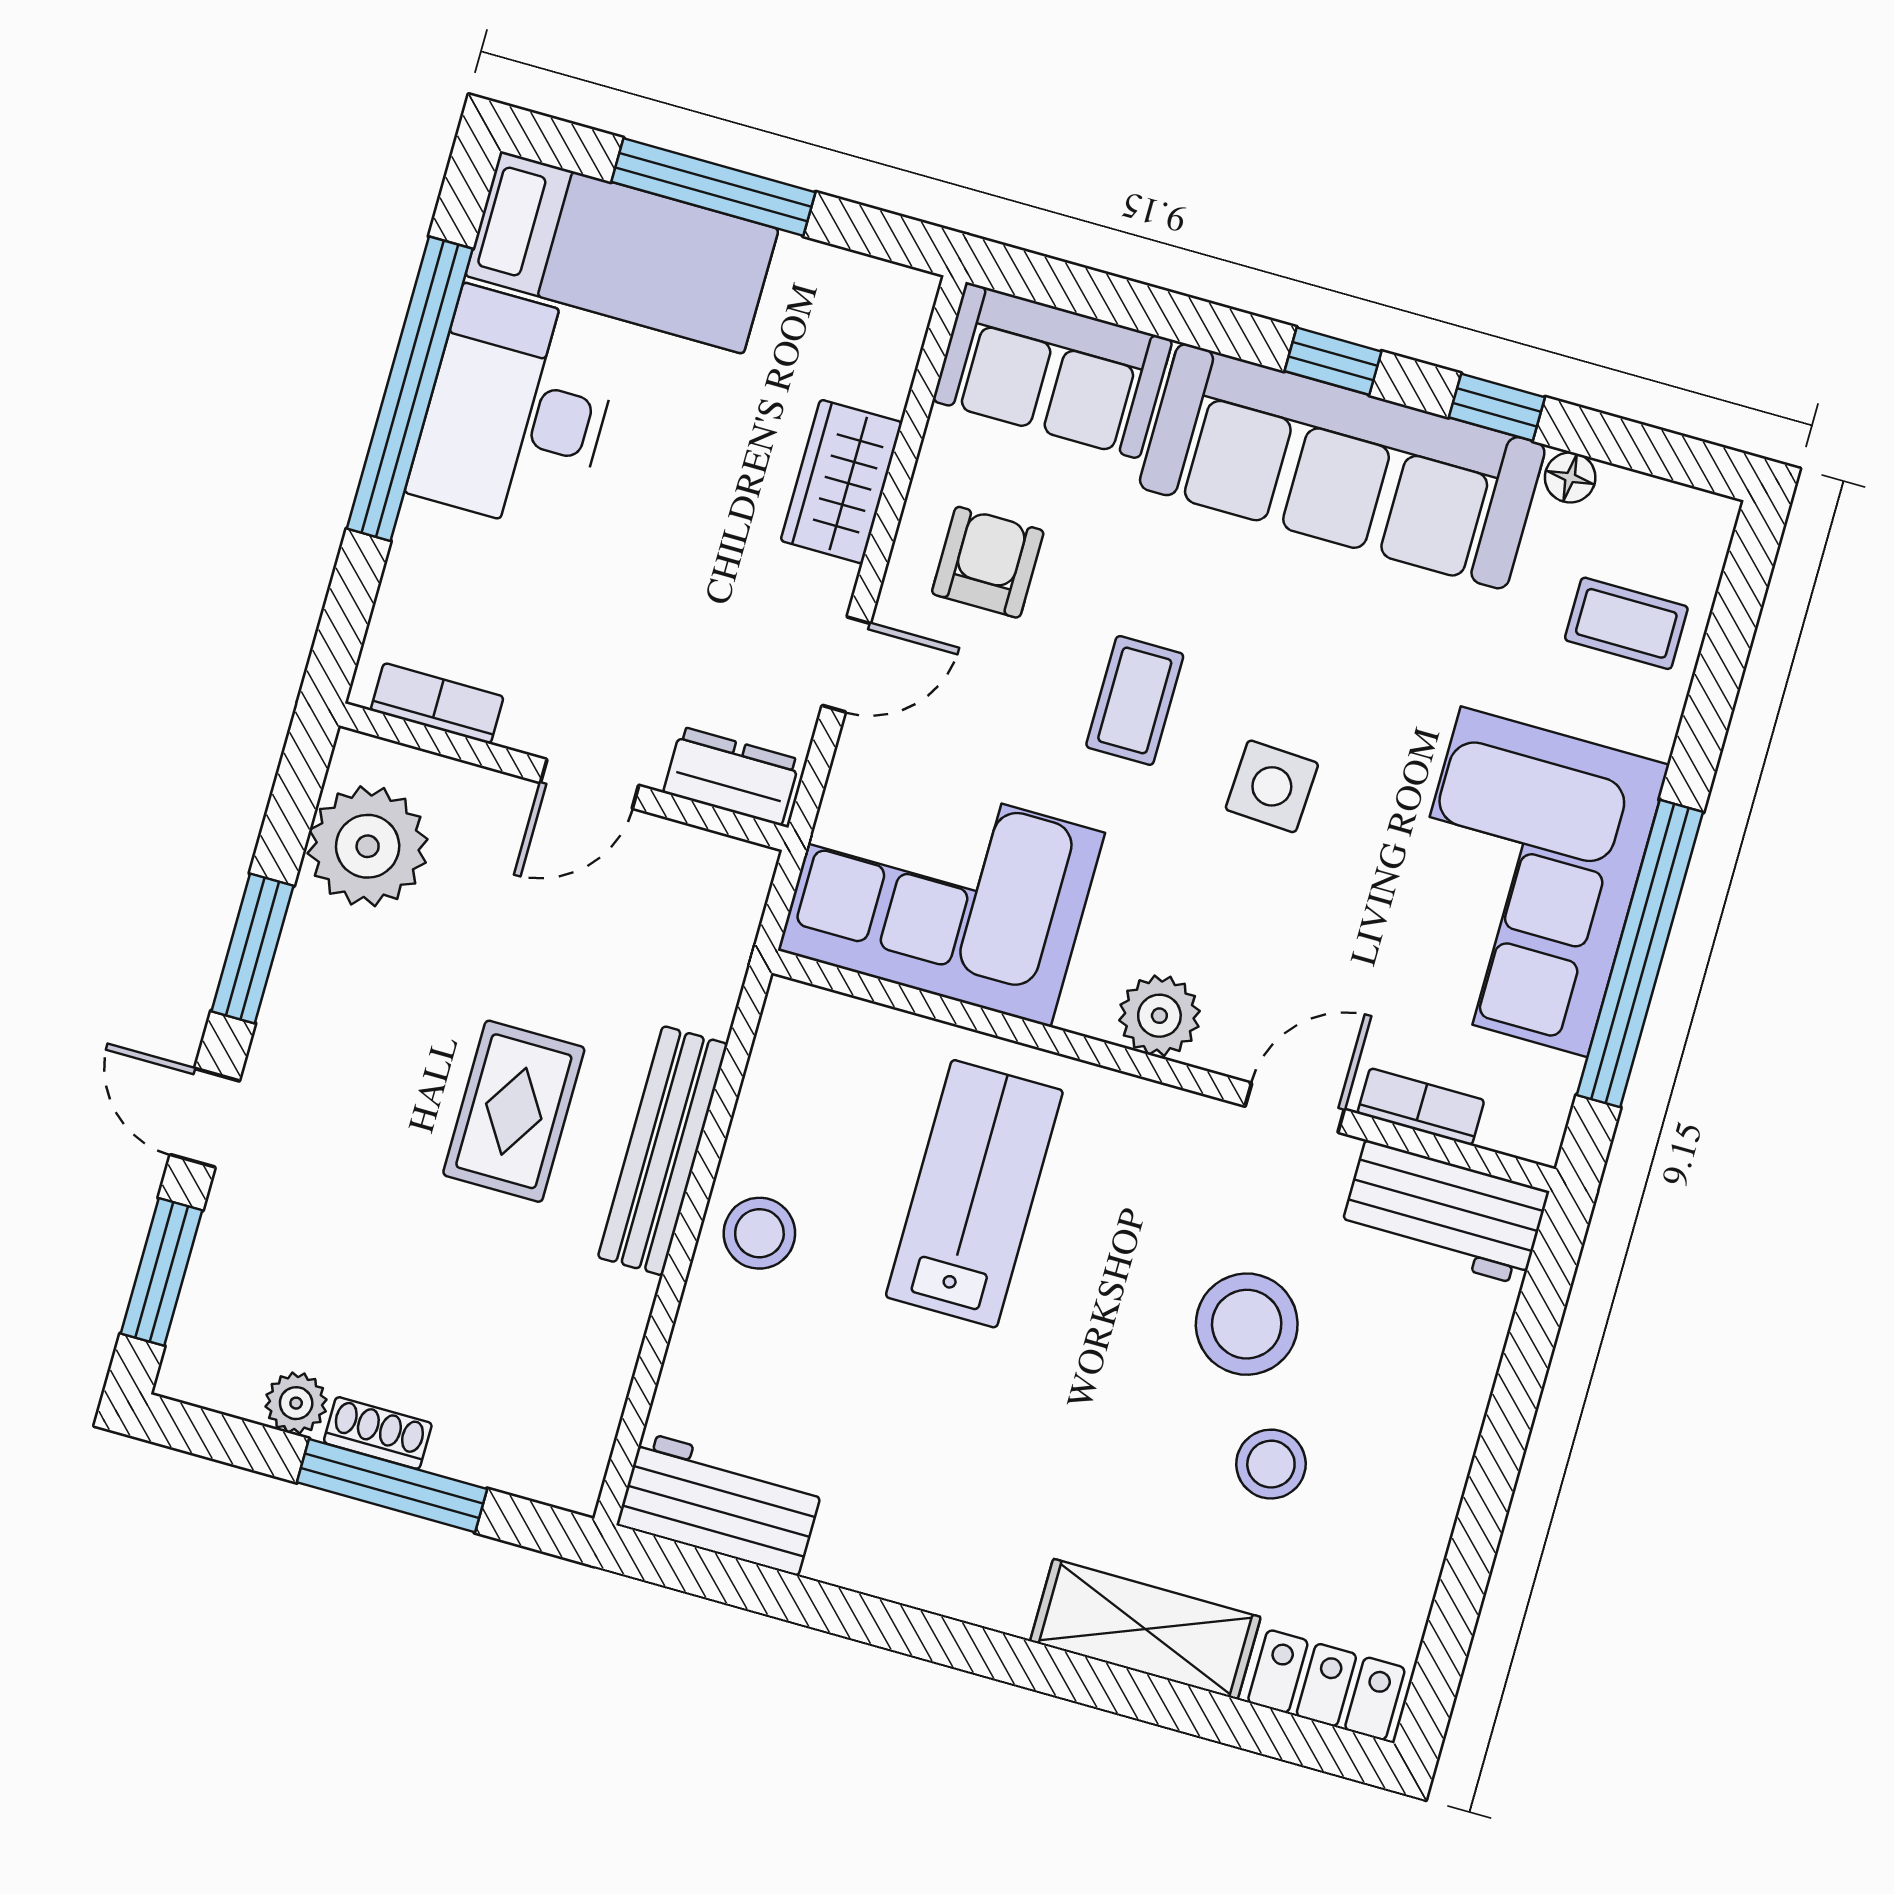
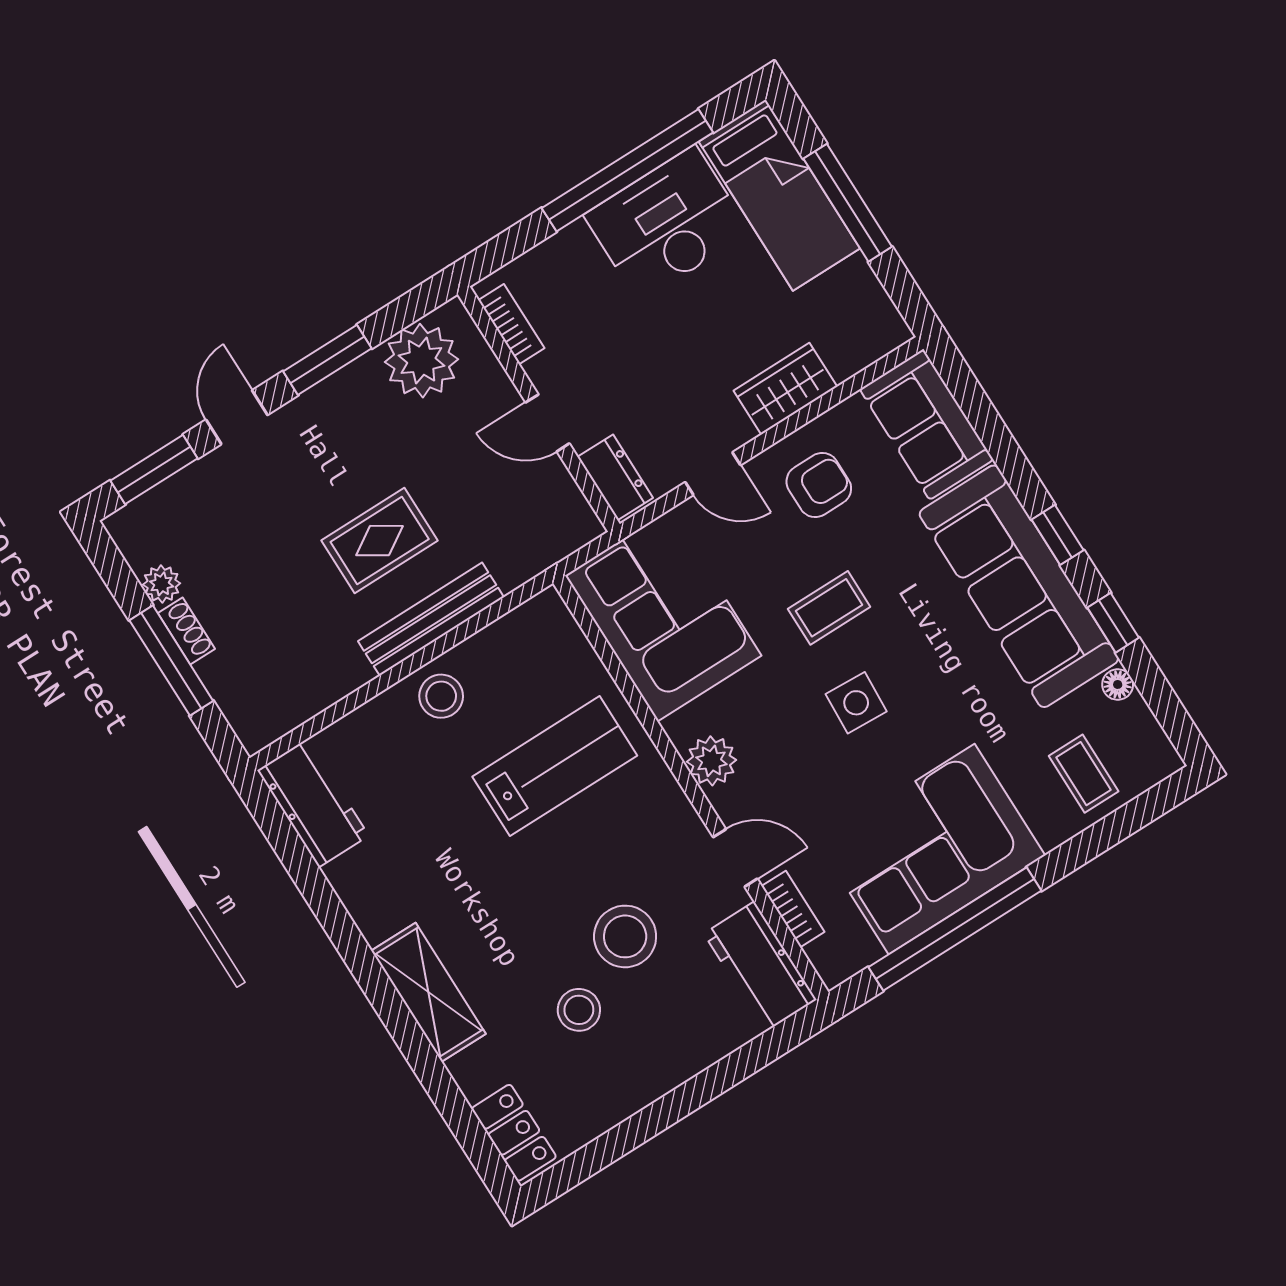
shelving: (1145, 1629) -> (428, 992), moved

